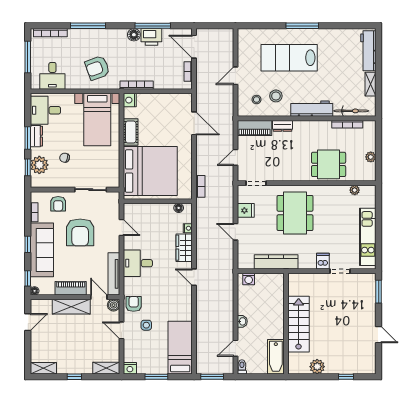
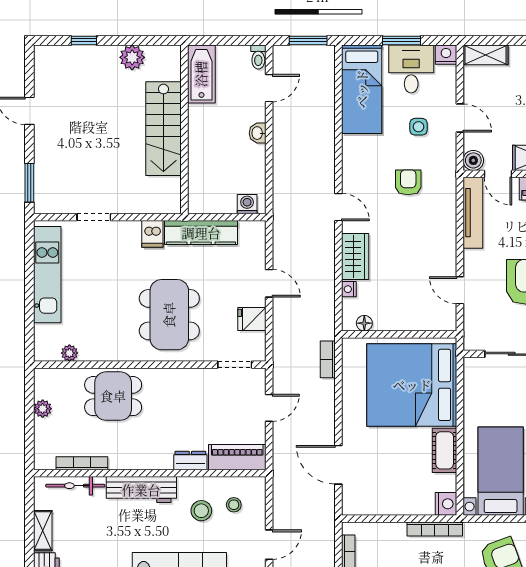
dishwasher: (323, 261) -> (152, 234), moved
desk: (138, 263) -> (411, 69), moved, turned -90
armchair: (134, 304) -> (408, 182), moved, turned 180

